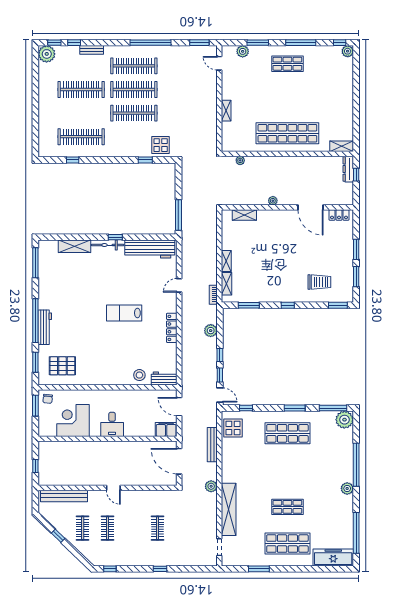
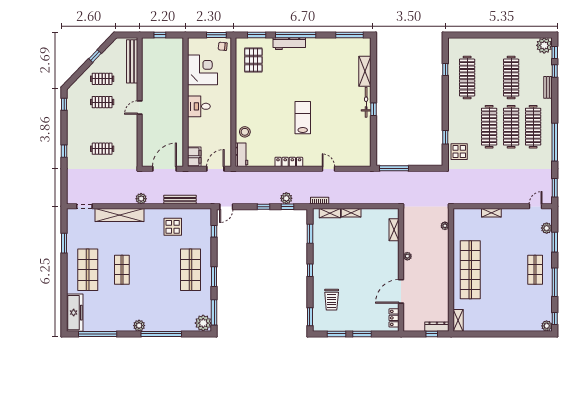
workbench: (150, 249) -> (362, 141), removed
window: (220, 375) -> (288, 207), moved
display table: (233, 428) -> (173, 227), moved

